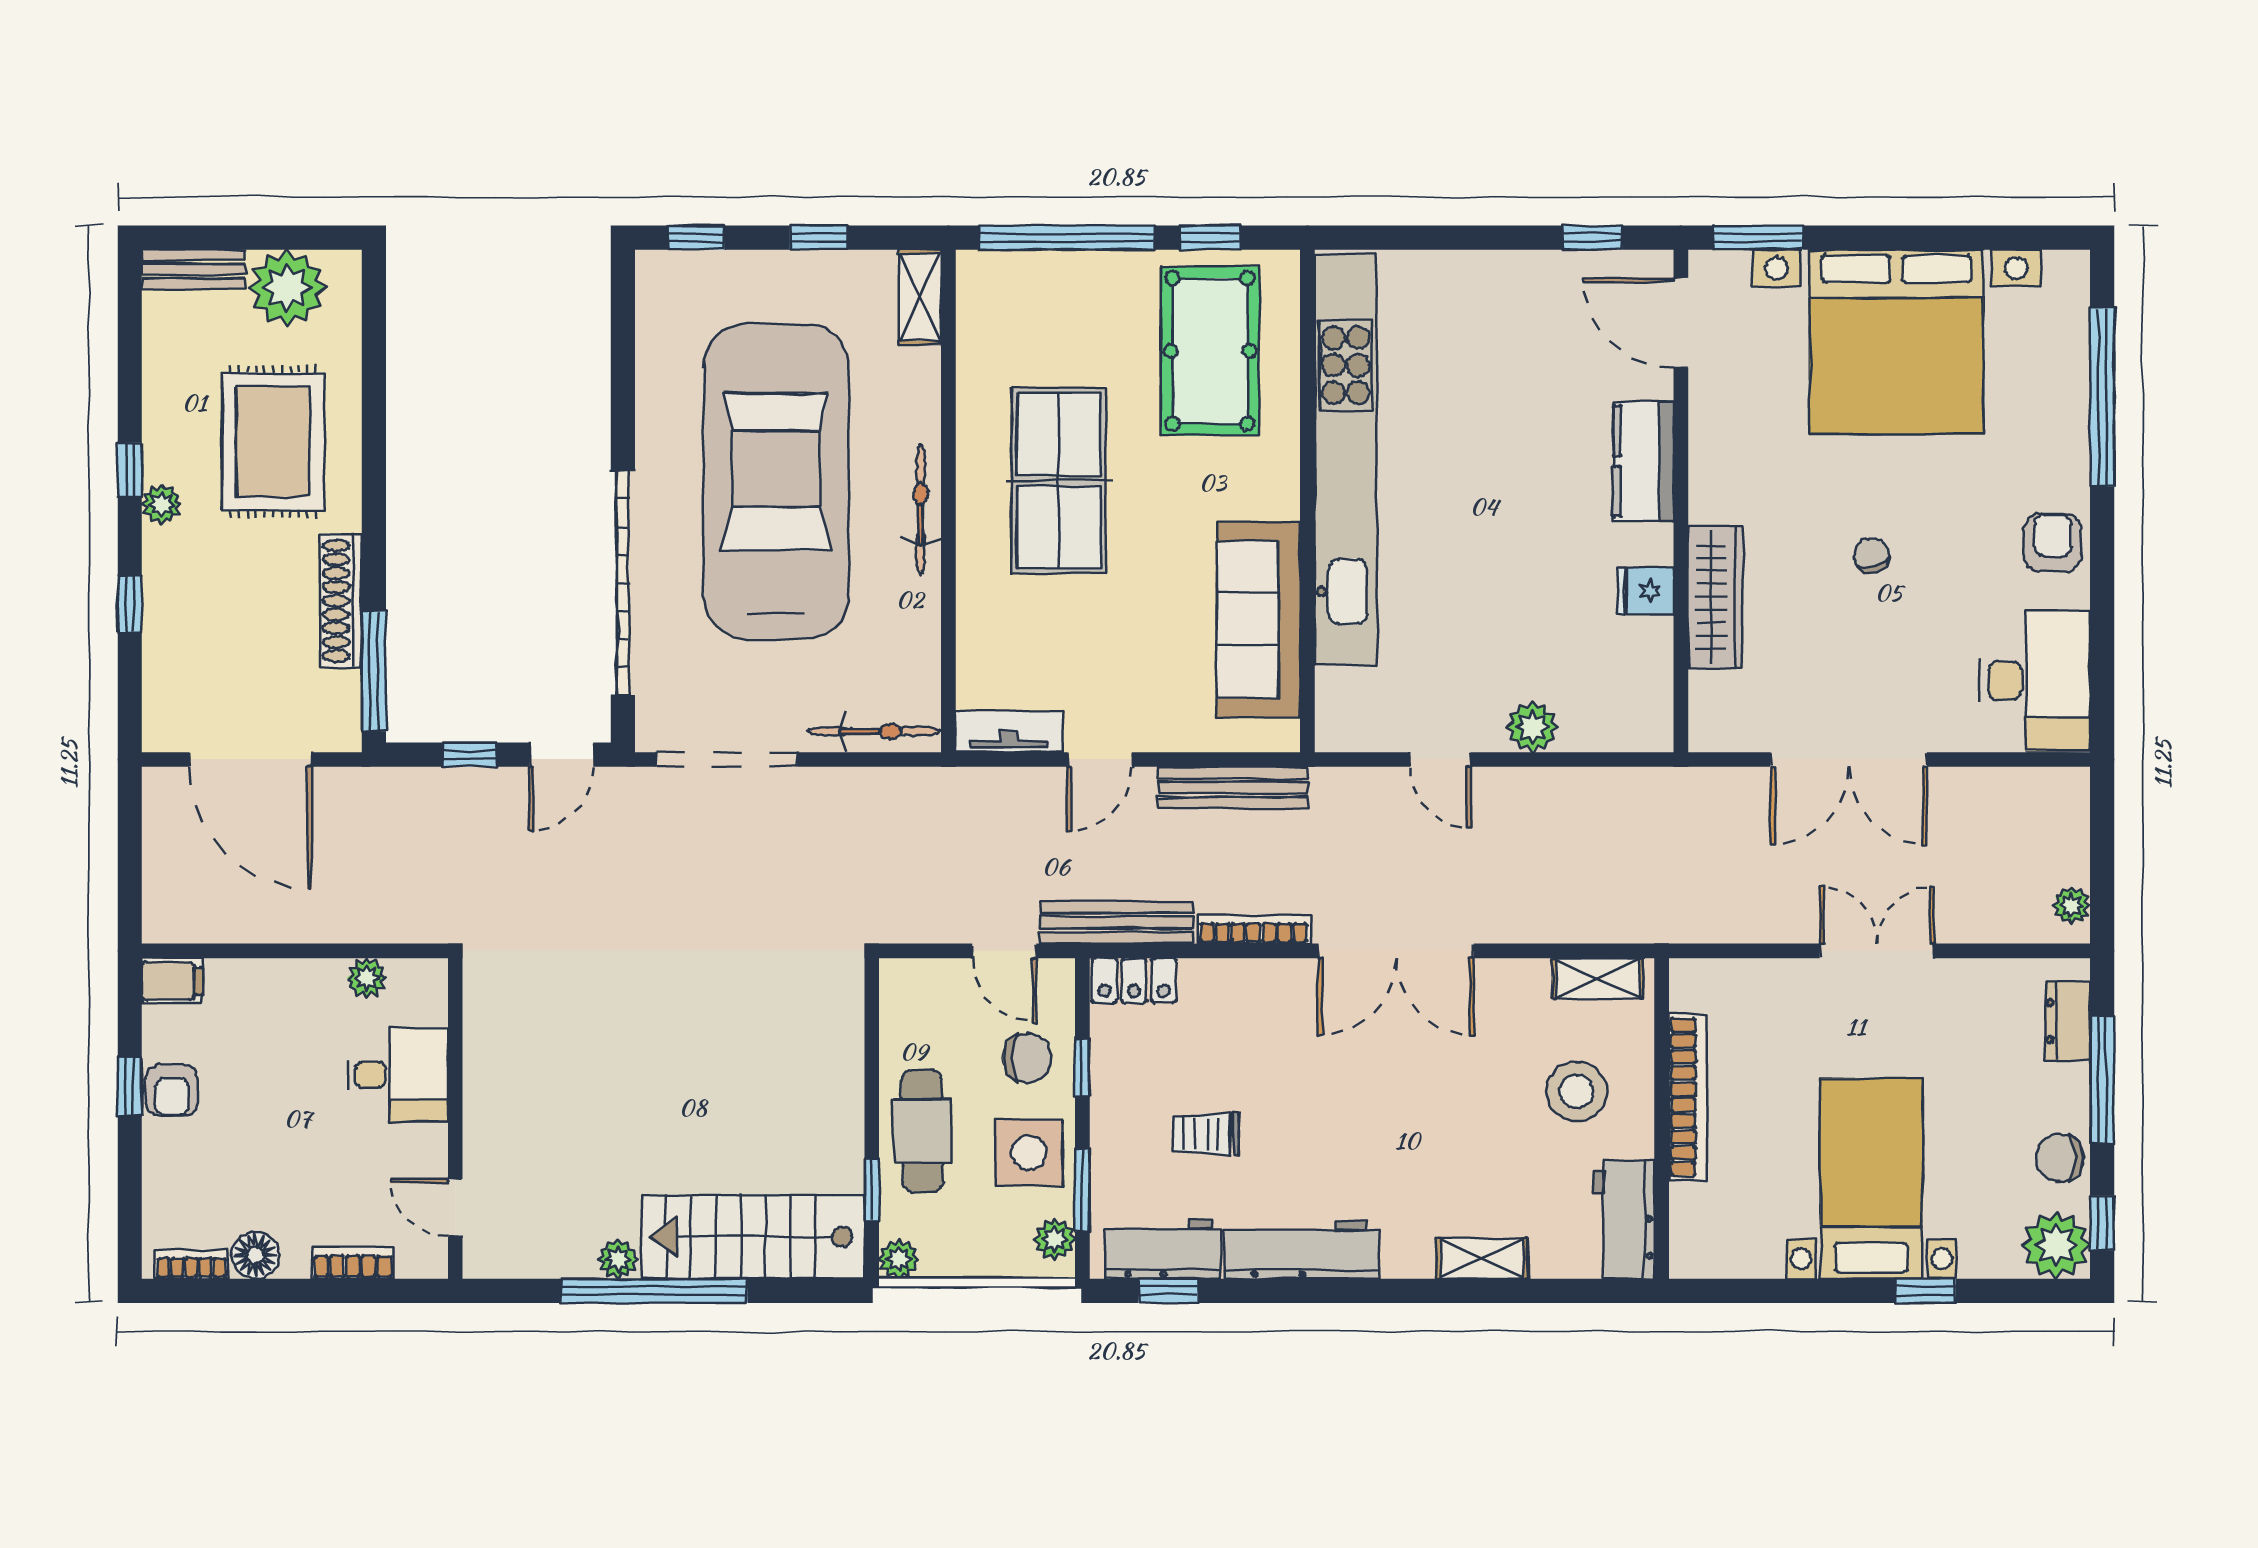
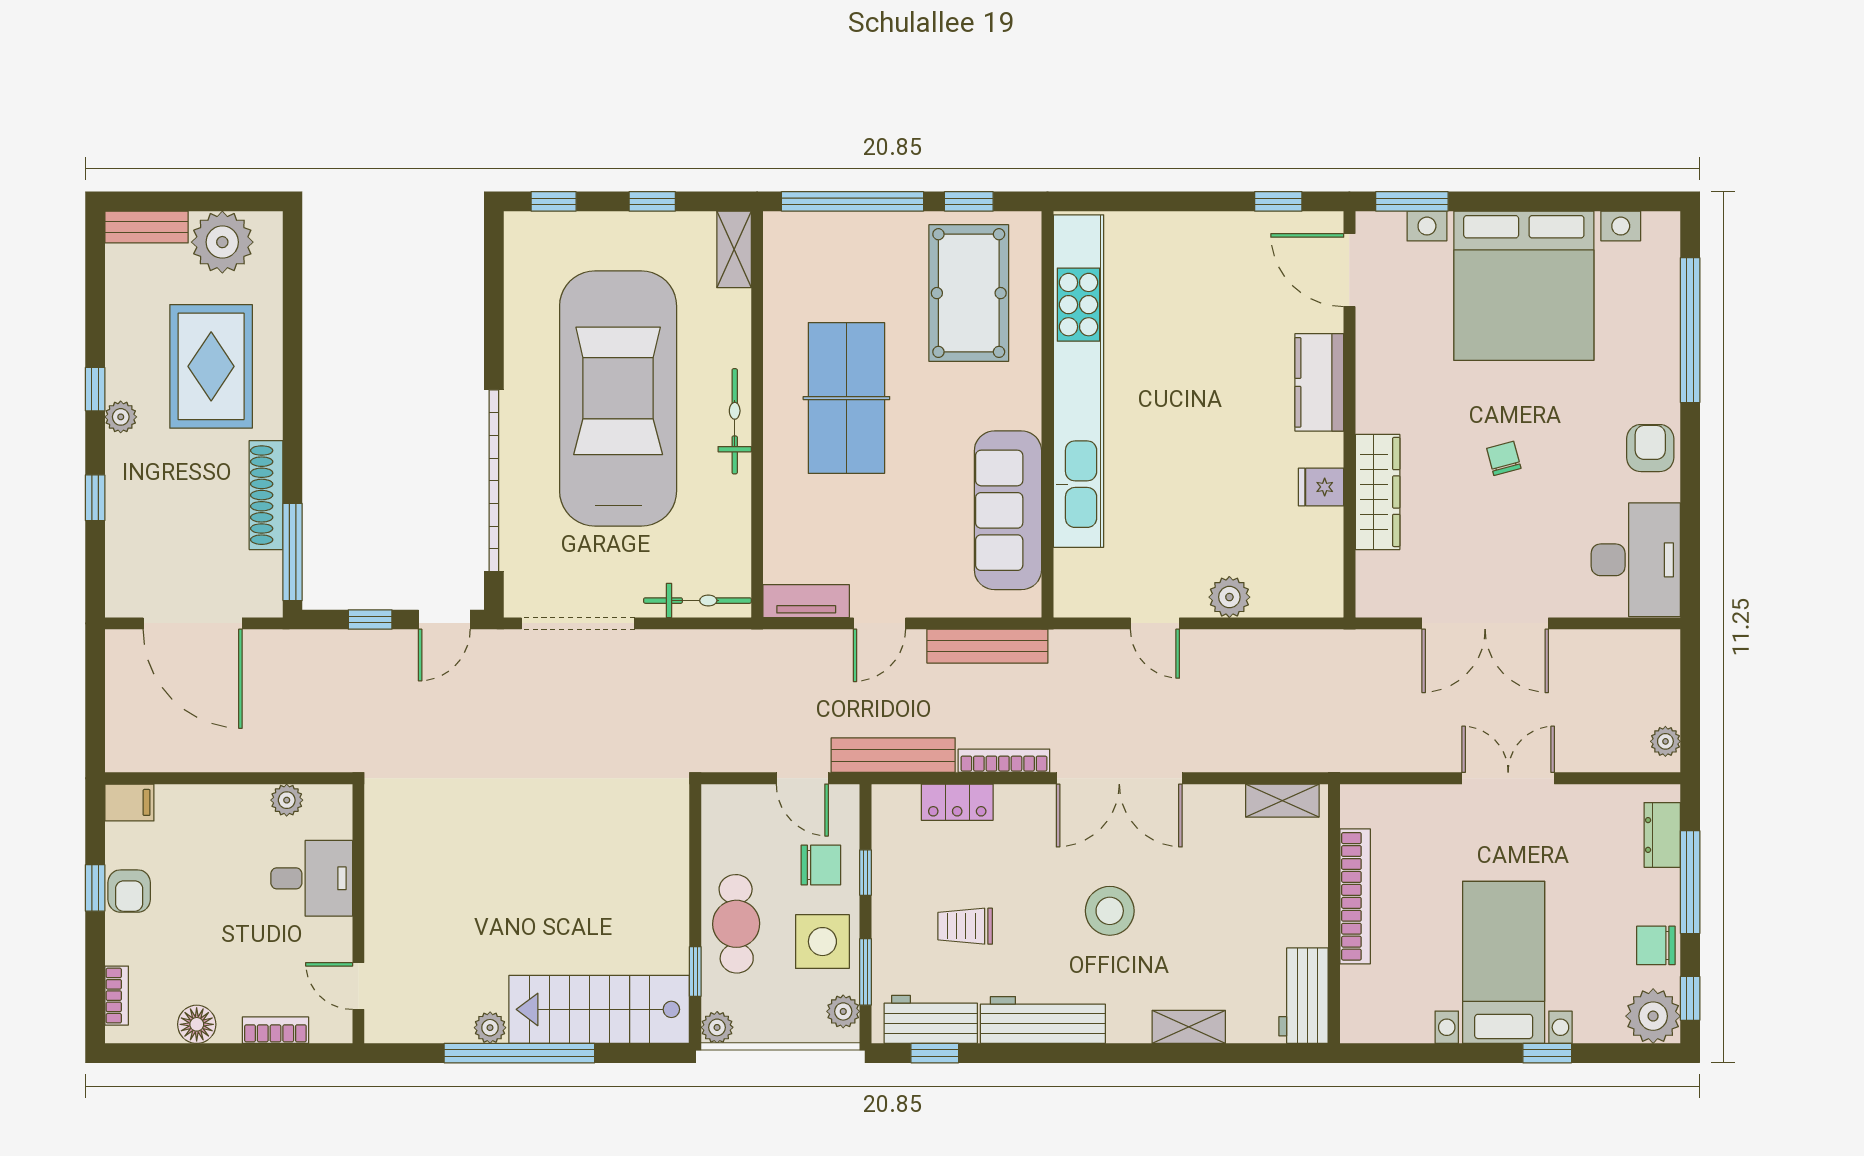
locker: (1134, 981) -> (957, 802), moved
stool: (1576, 1091) -> (1110, 911), moved
bookcase: (191, 1264) -> (117, 996), moved, turned 90

